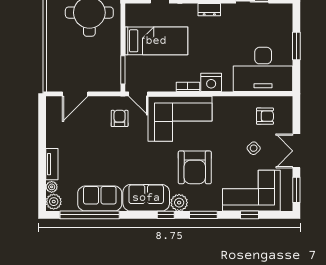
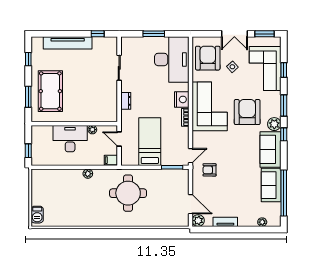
armchair: (265, 116) -> (208, 58), width x1.88, depth x1.88
corner sofa: (180, 119) -> (210, 106), moved
tv unit: (52, 164) -> (225, 222), moved
armchair: (195, 167) -> (247, 112), turned -90
plant: (54, 202) -> (198, 221), moved

